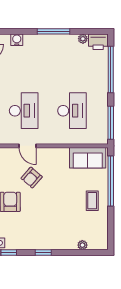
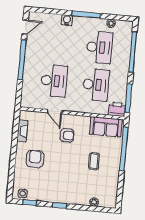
water cooler: (17, 40) -> (67, 20), moved
printer: (98, 42) -> (117, 109), moved, turned 180
desk: (72, 68) -> (99, 47), added
armchair: (32, 178) -> (67, 135), moved, turned -131
coffee table: (92, 201) -> (94, 161), moved

